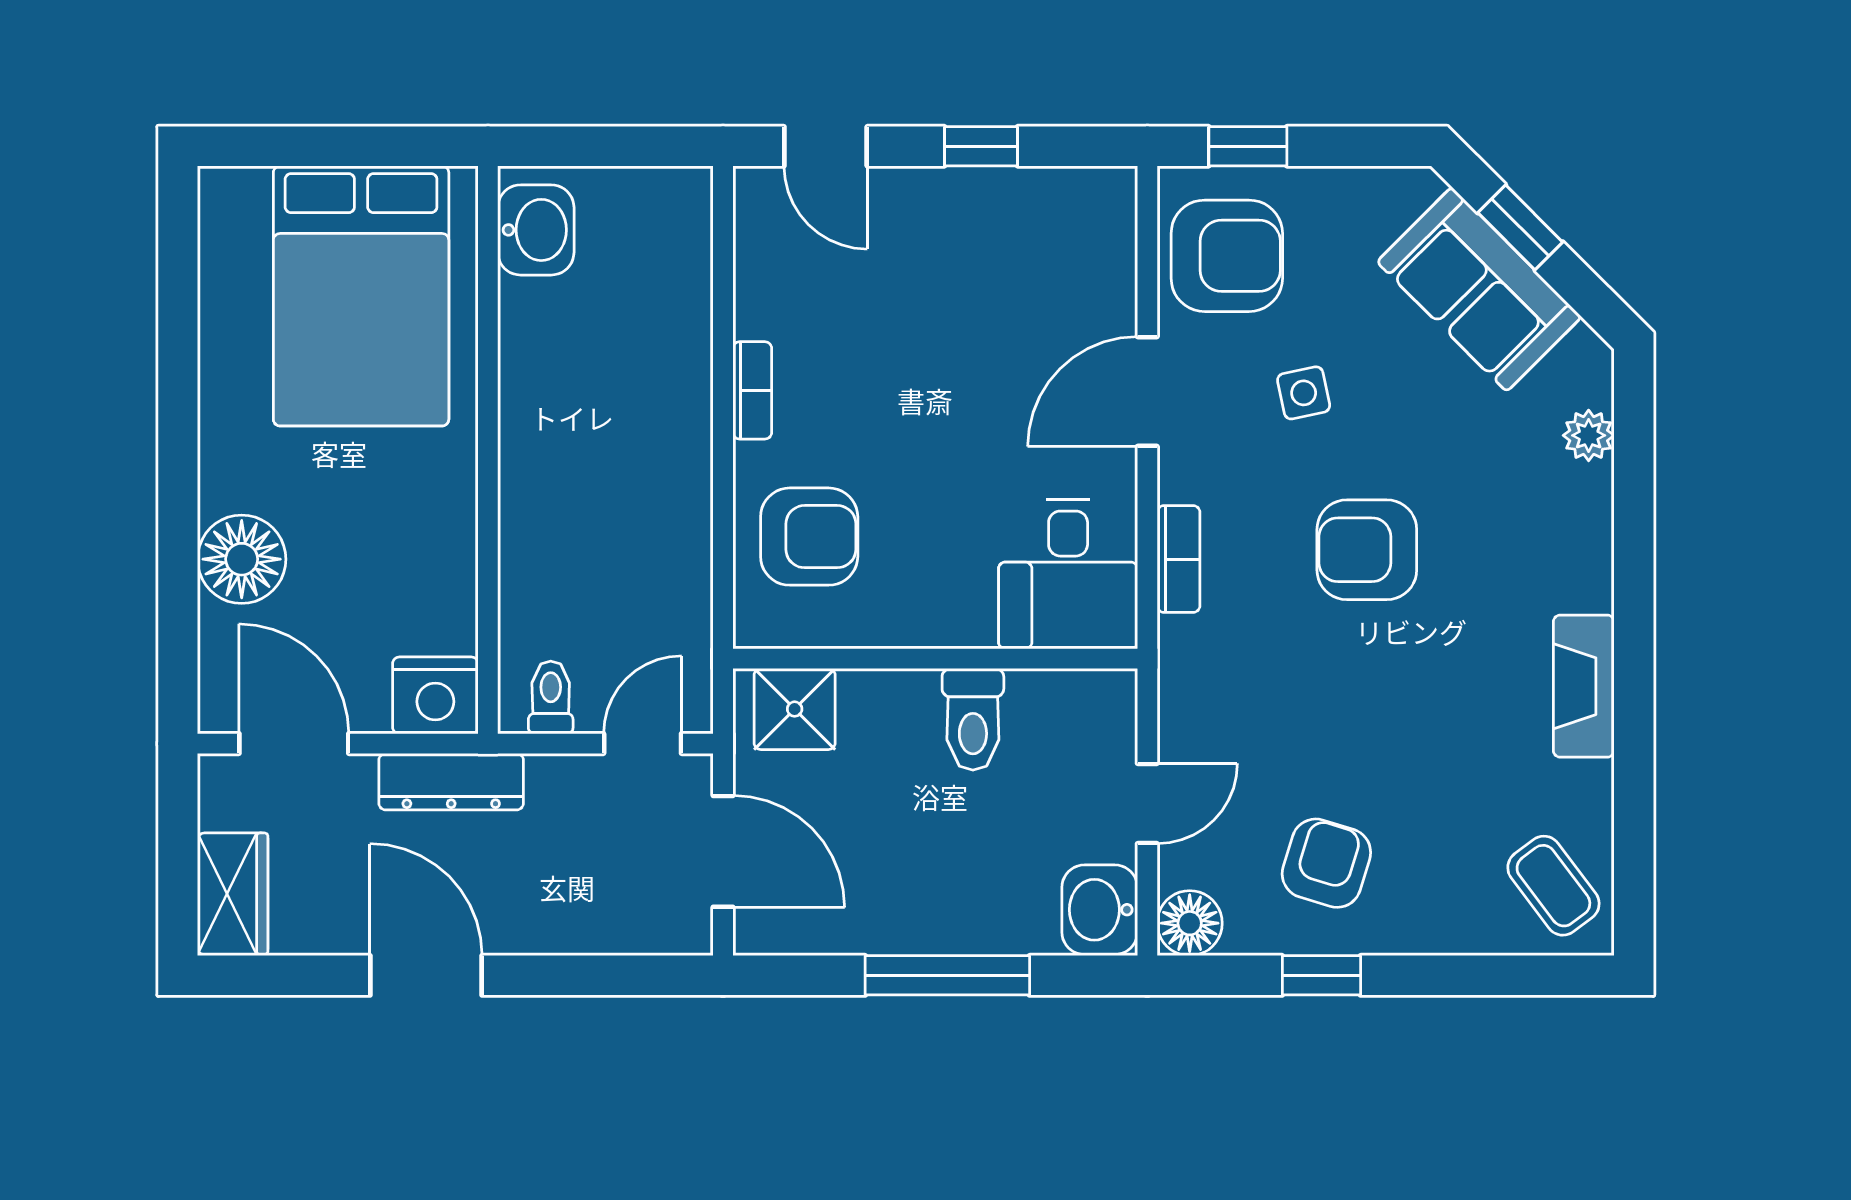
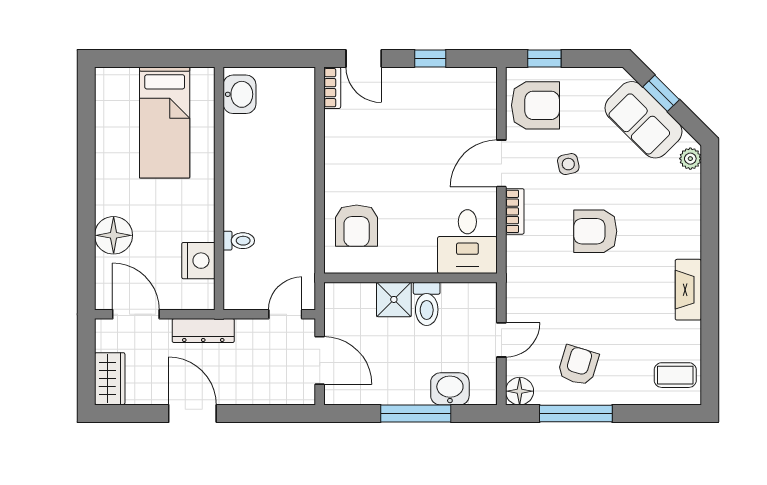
bed: (361, 296) -> (165, 123), width x0.67
bookcase: (752, 390) -> (332, 88), moved
plant: (1589, 435) -> (690, 159), moved
armchair: (809, 537) -> (357, 226), turned 90
bookcase: (1178, 559) -> (515, 211), moved
nightstand: (435, 695) -> (198, 261), moved, turned -90
toilet: (551, 697) -> (239, 241), moved, turned 90
shower: (795, 709) -> (394, 299), moved
coffee table: (1553, 886) -> (675, 375), turned -53
washbasin: (1100, 910) -> (450, 389), moved, turned 90
window: (1321, 975) -> (576, 414), width x2.17

